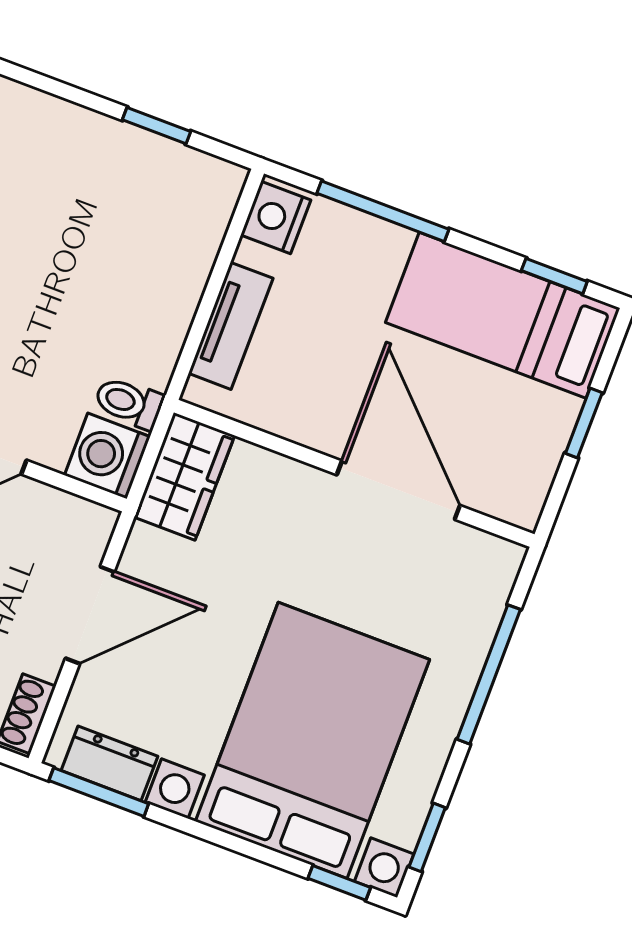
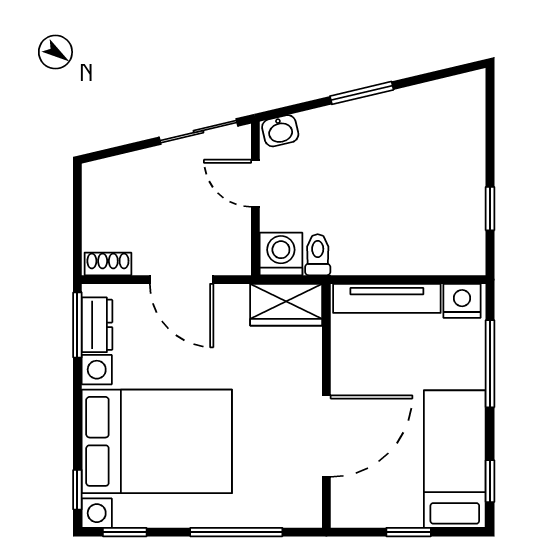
tv unit: (231, 326) -> (387, 298), width x1.41

